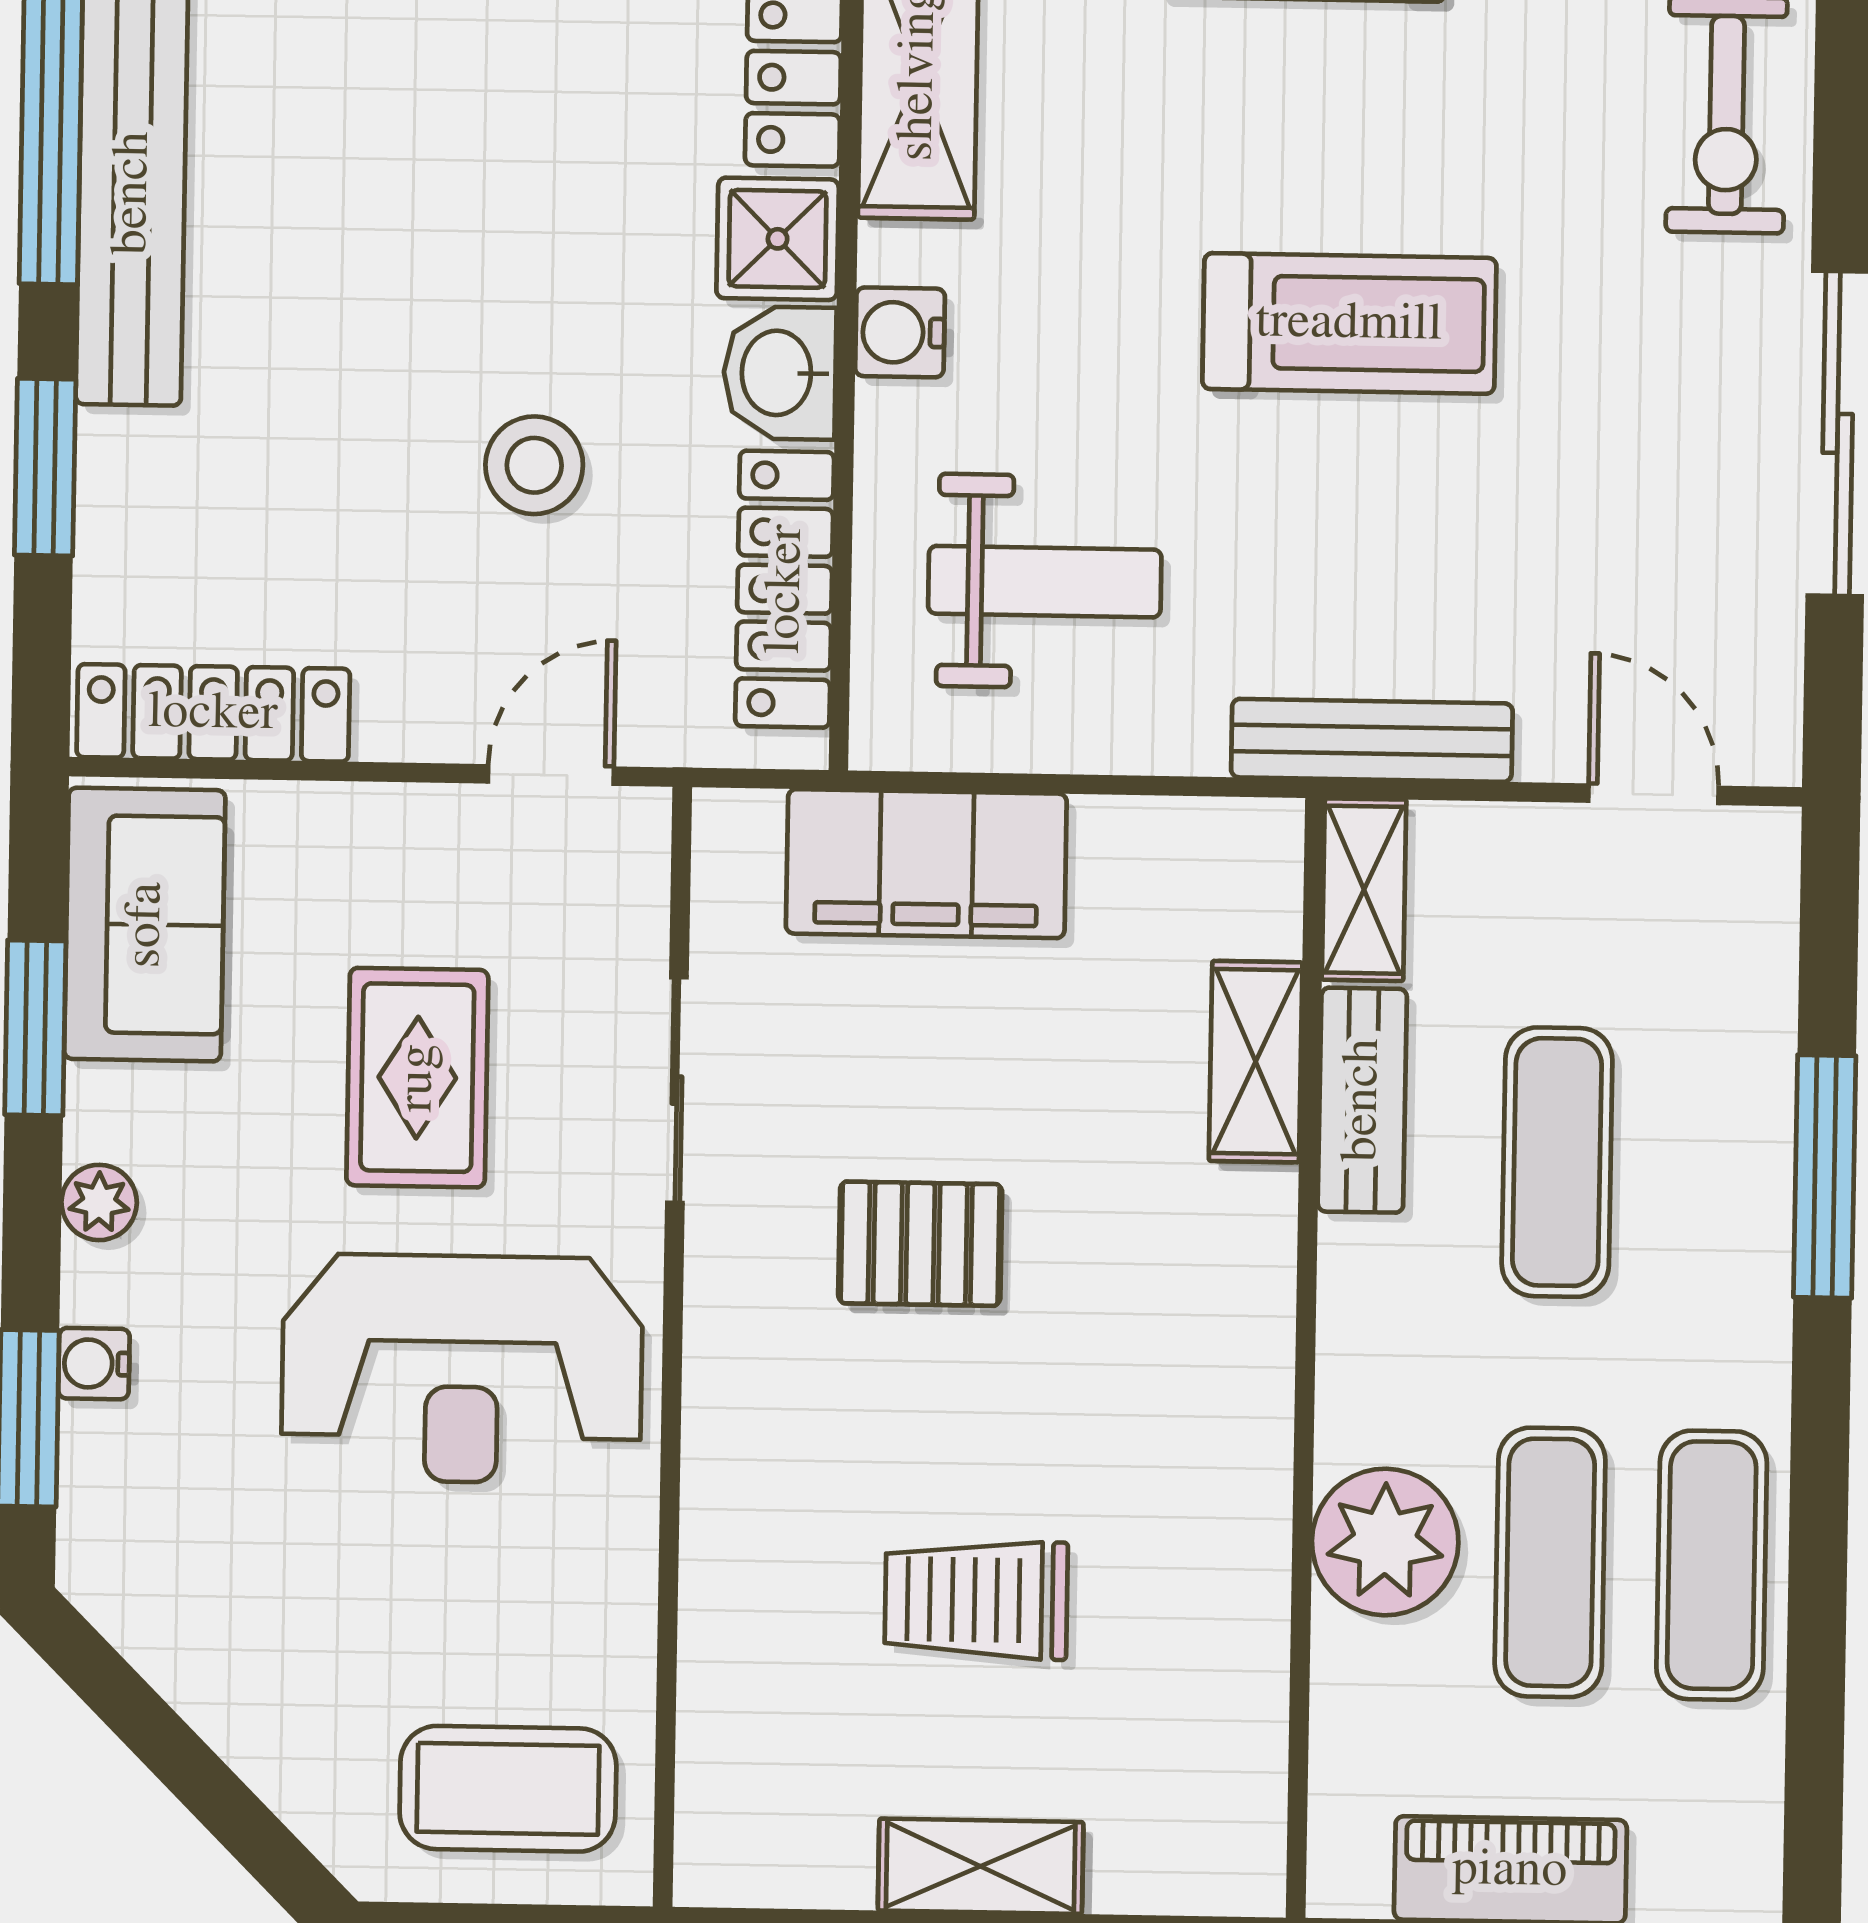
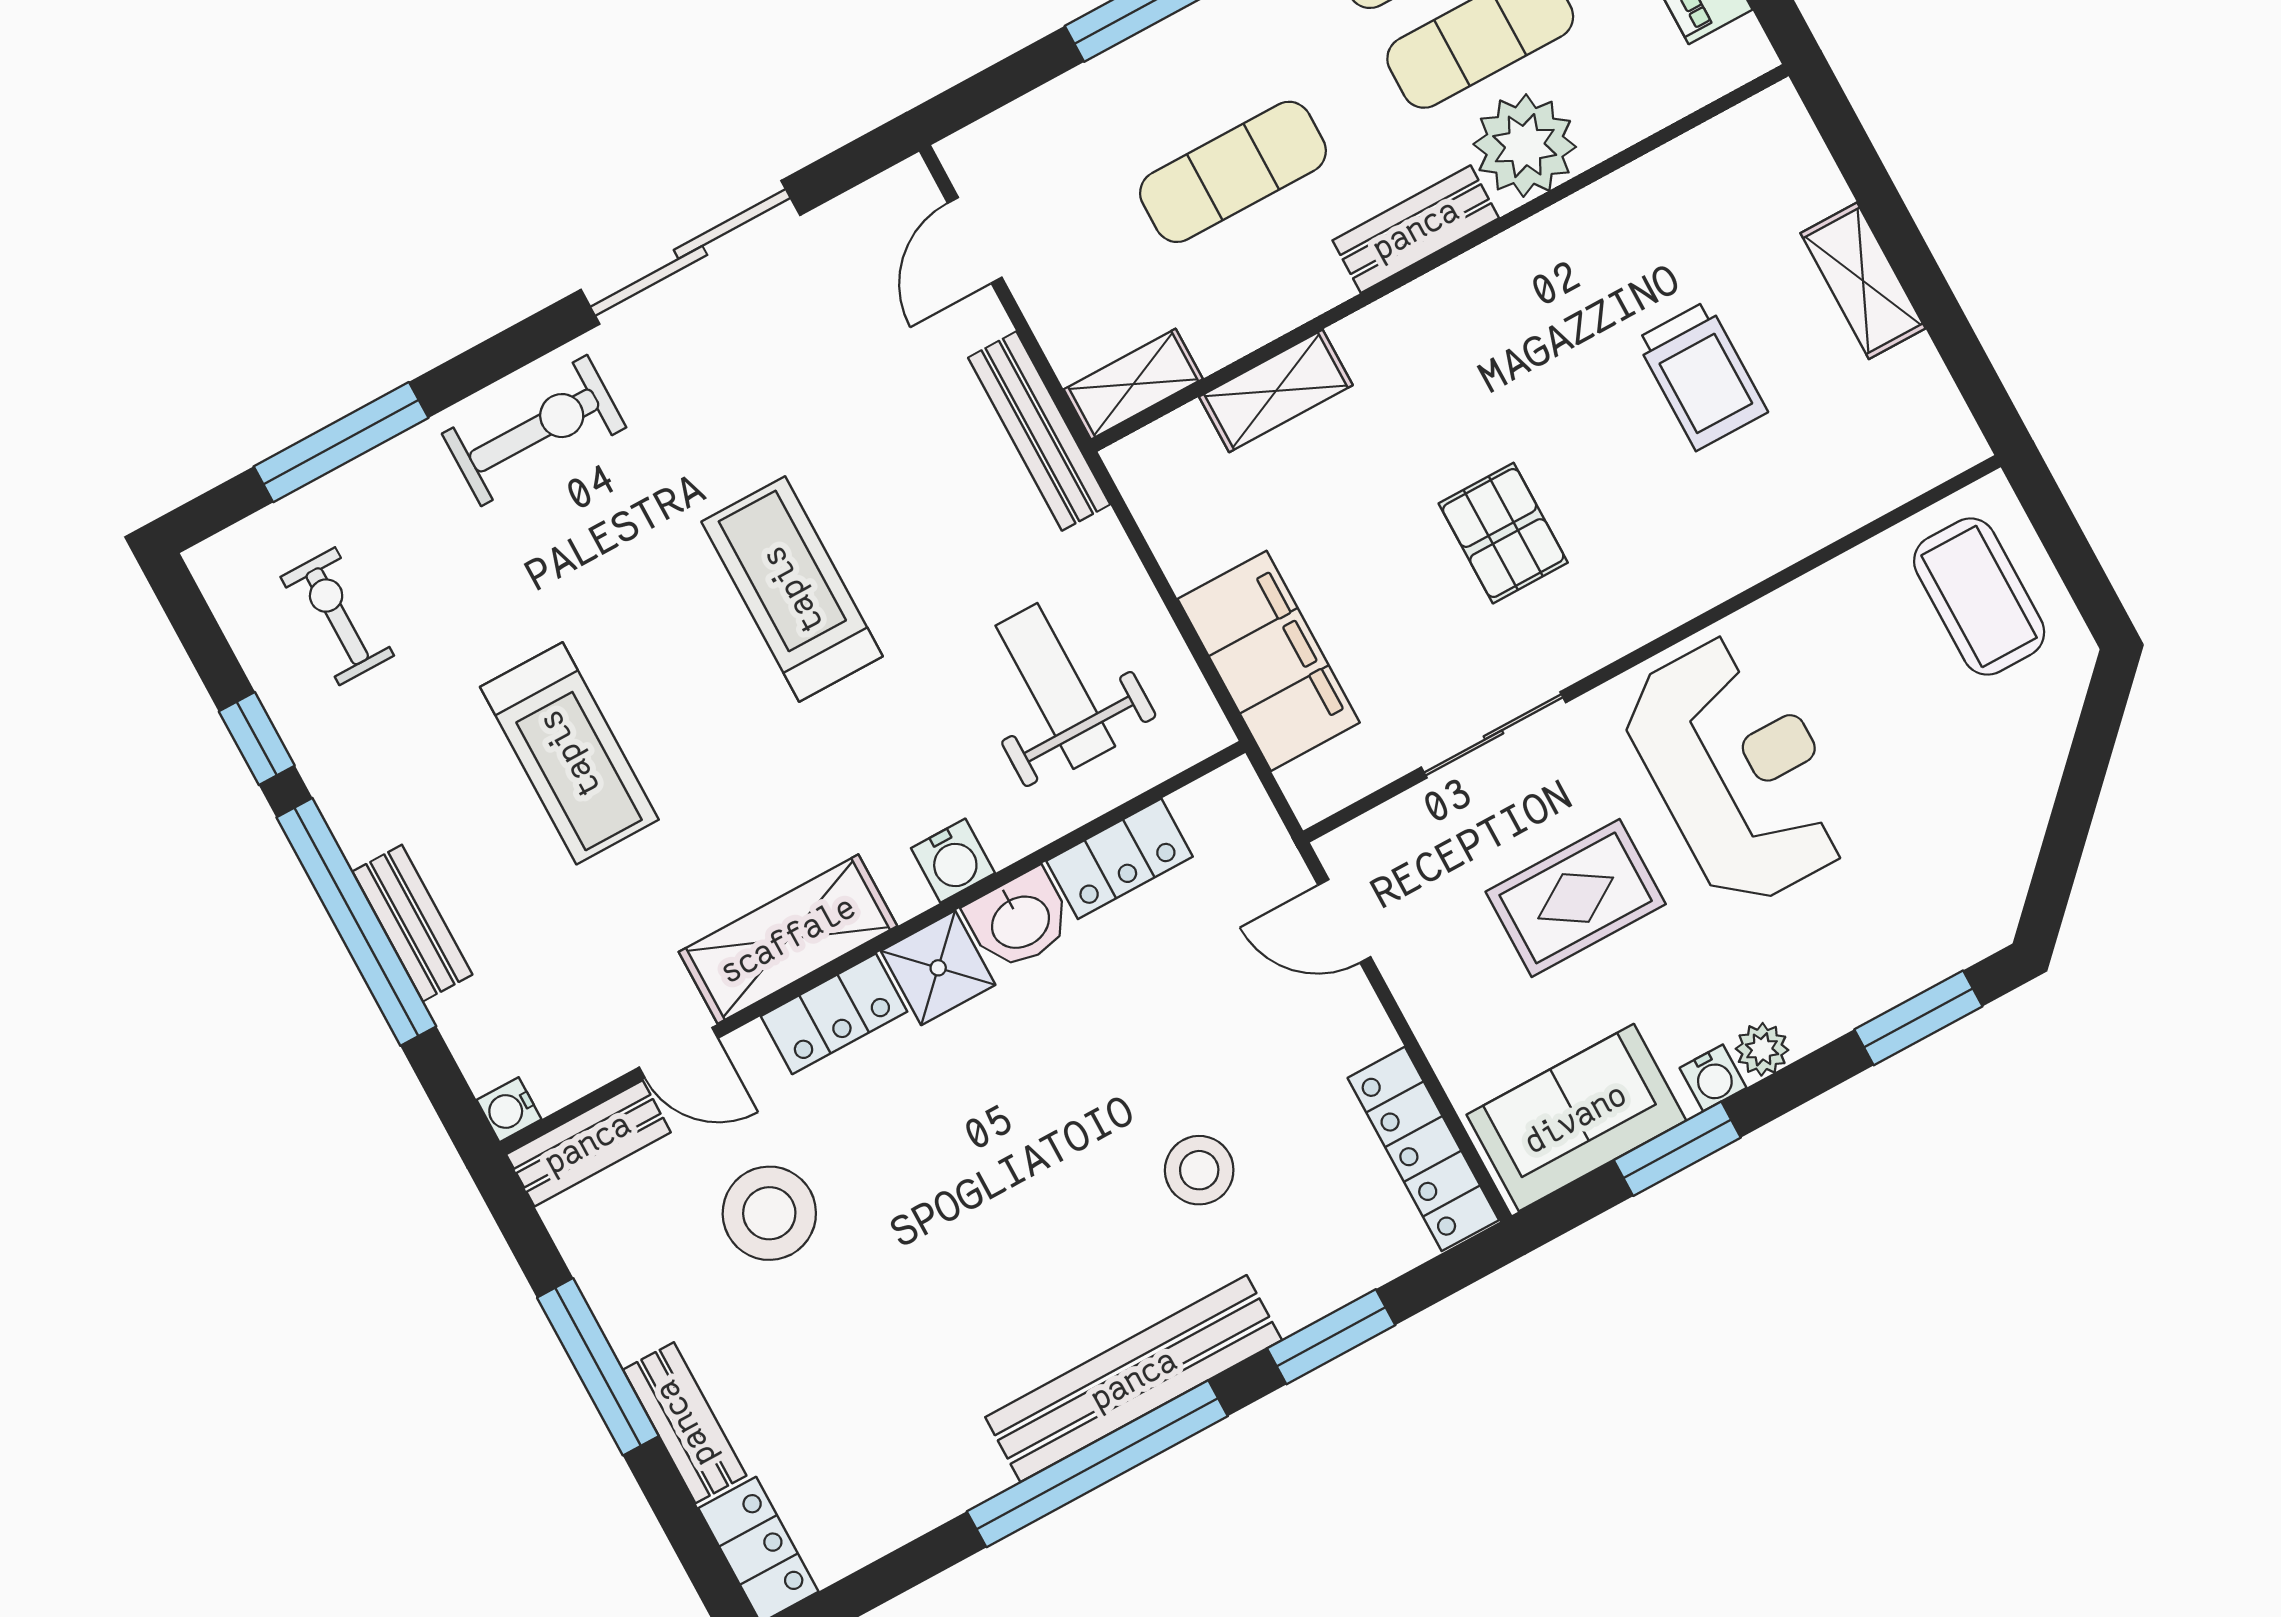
stool: (534, 465) -> (1199, 1170), moved
locker: (785, 589) -> (1120, 859), width x0.66
bench: (1362, 1100) -> (1416, 229), moved
water cooler: (94, 1364) -> (1713, 1078), moved

